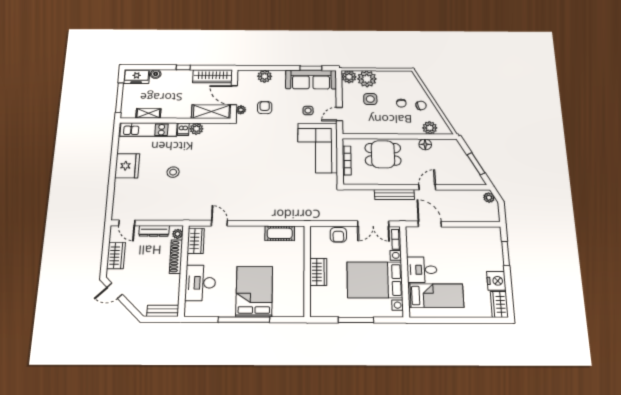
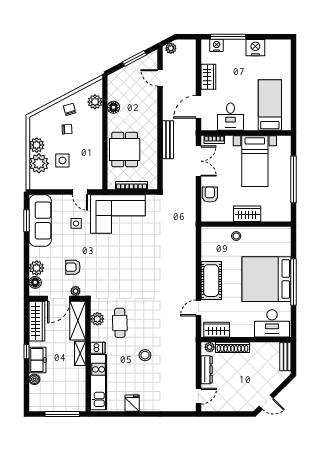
floor lamp: (250, 75) -> (35, 282), added
freezer: (137, 76) -> (37, 360), moved
plant: (349, 77) -> (37, 145), moved
shelving: (148, 113) -> (80, 353), moved
plant: (196, 129) -> (97, 319), moved
cafe table: (207, 149) -> (120, 323), added
fridge: (127, 166) -> (132, 403), width x0.53, depth x0.75
door: (427, 187) -> (160, 78), moved
cot: (280, 233) -> (211, 281), moved, width x1.37, depth x1.34
armchair: (338, 235) -> (210, 195), turned -90
nightstand: (495, 242) -> (217, 45), added
window: (506, 253) -> (228, 37), width x1.44
wardrobe: (116, 255) -> (232, 404), removed
stool: (295, 261) -> (236, 236), added
desk: (422, 270) -> (230, 117), moved
bed with nightstands: (375, 280) -> (255, 161), width x0.73
desk: (200, 283) -> (272, 323), moved
door: (115, 291) -> (266, 402), hinge flipped
bed: (254, 291) -> (266, 279), width x1.36
wardrobe: (499, 304) -> (208, 77), moved, turned -90
window: (356, 320) -> (293, 179), width x1.46

